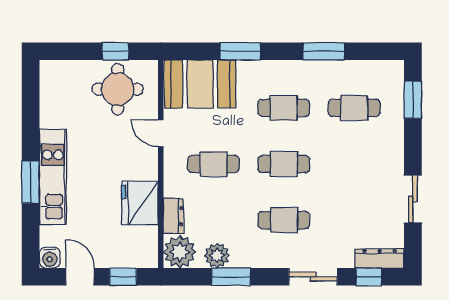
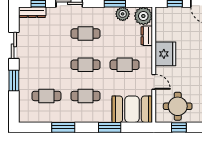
window: (413, 100) -> (14, 80), moved
fridge: (140, 203) -> (165, 54), moved

